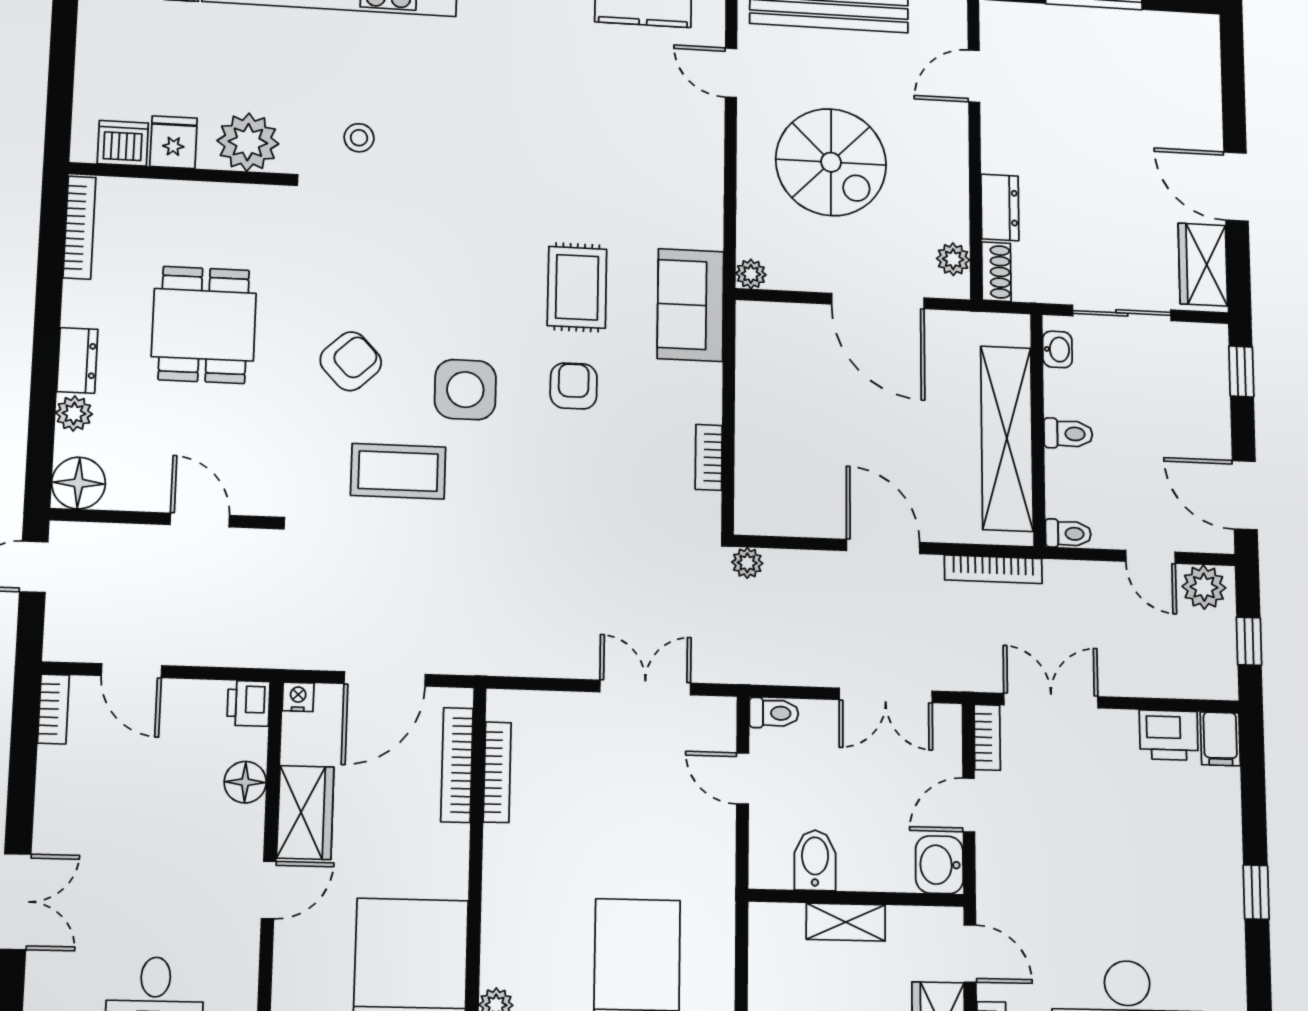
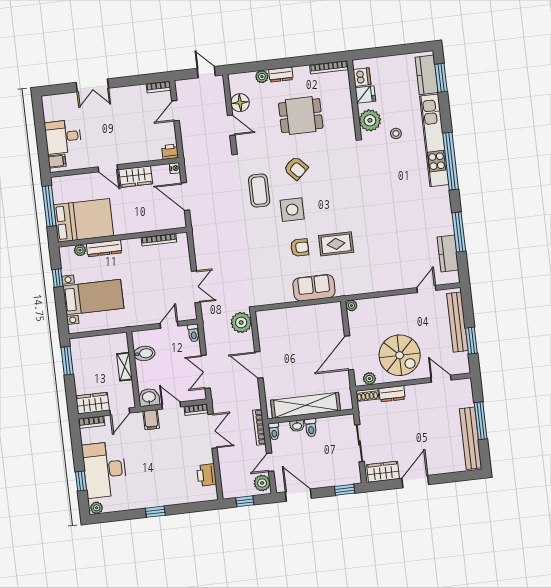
bench: (1137, 29) -> (470, 438), added
stool: (359, 138) -> (396, 133), moved
spiral stairs: (831, 162) -> (400, 355), moved, turned -90
sofa: (690, 305) -> (314, 288), moved
washbasin: (1057, 349) -> (297, 426), moved
bookcase: (709, 457) -> (281, 299), removed
floor lamp: (79, 483) -> (240, 103), moved
door: (1245, 495) -> (298, 495), hinge flipped
door: (200, 520) -> (231, 125), hinge flipped
door: (883, 546) -> (259, 365), swing flipped
plant: (747, 563) -> (241, 323), width x1.88, depth x1.88
bookcase: (993, 569) -> (259, 427), moved
filing cabinet: (1220, 739) -> (151, 420), moved, turned -90
bookcase: (457, 765) -> (159, 225), removed
floor lamp: (245, 782) -> (143, 155), removed
dresser: (500, 934) -> (104, 248), added

